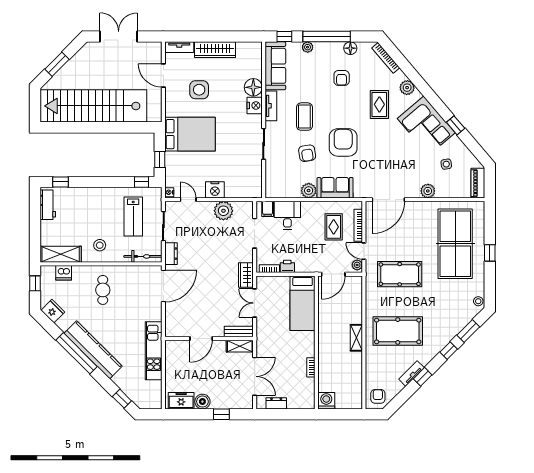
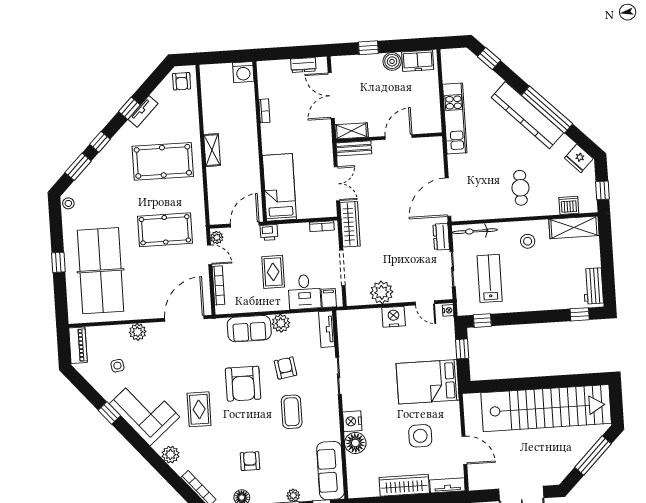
window: (57, 64) -> (593, 456), width x1.44
rug: (379, 104) -> (199, 409), moved
tv unit: (271, 106) -> (327, 329), moved
rug: (334, 227) -> (273, 272), moved
printer: (287, 266) -> (269, 232), moved
wardrobe: (246, 275) -> (350, 224), width x1.50

